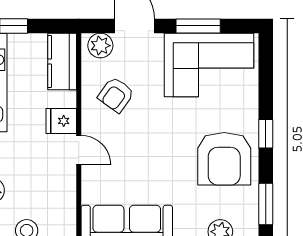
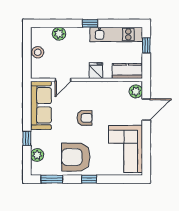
window: (198, 26) -> (146, 143), removed
armchair: (116, 95) -> (84, 118), moved, turned 144
door: (79, 150) -> (63, 80), moved

